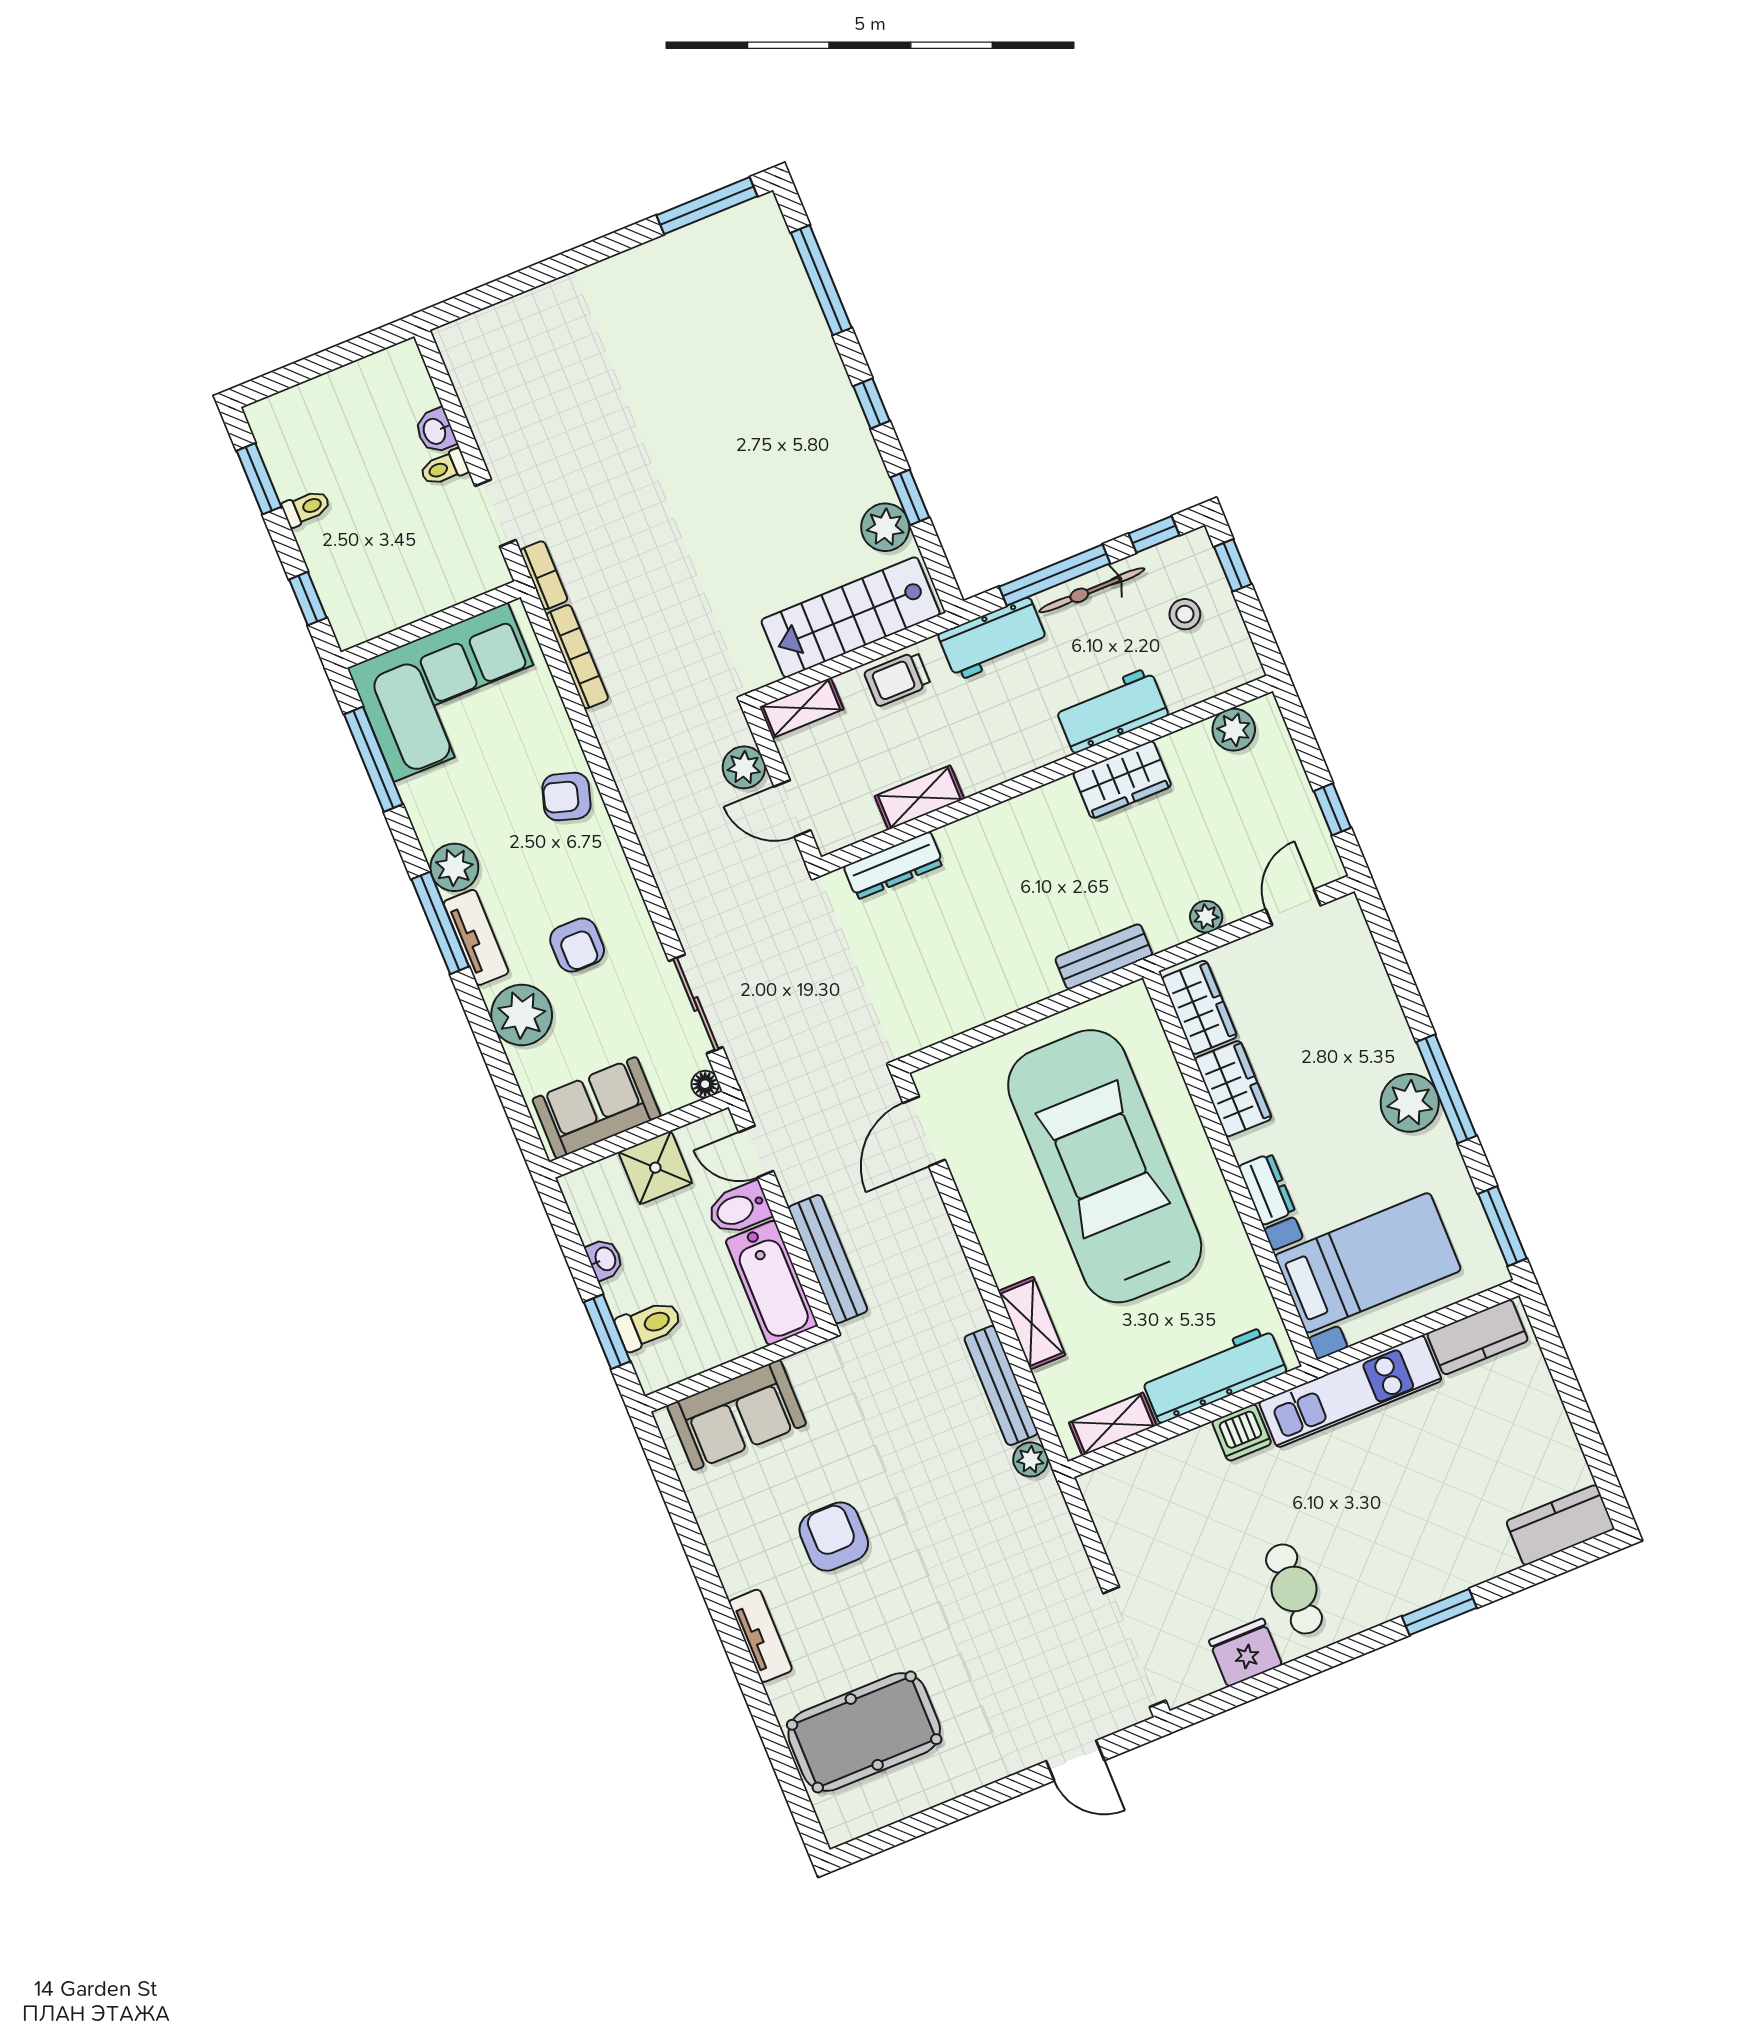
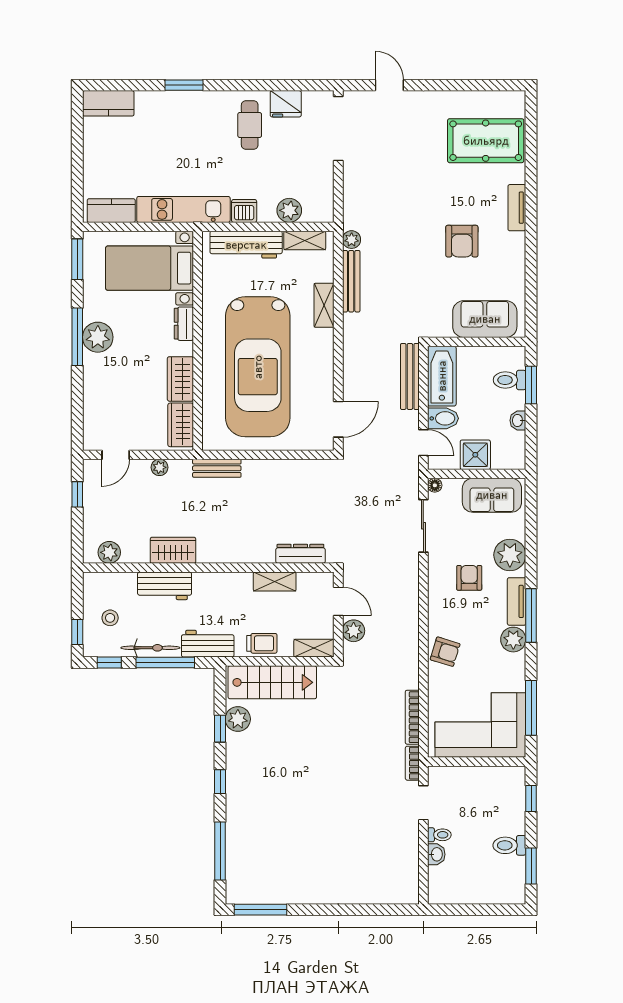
toilet: (306, 508) -> (509, 845), width x1.37, depth x1.39
plant: (1162, 1466) -> (289, 210), added

